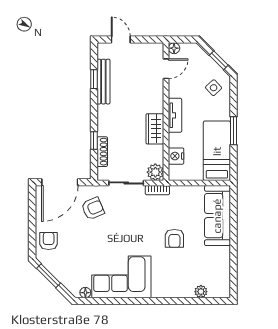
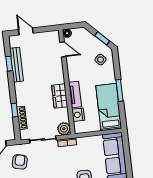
door: (166, 69) -> (63, 49), hinge flipped
tv unit: (175, 115) -> (75, 95), moved
armchair: (93, 209) -> (20, 162), turned -54

